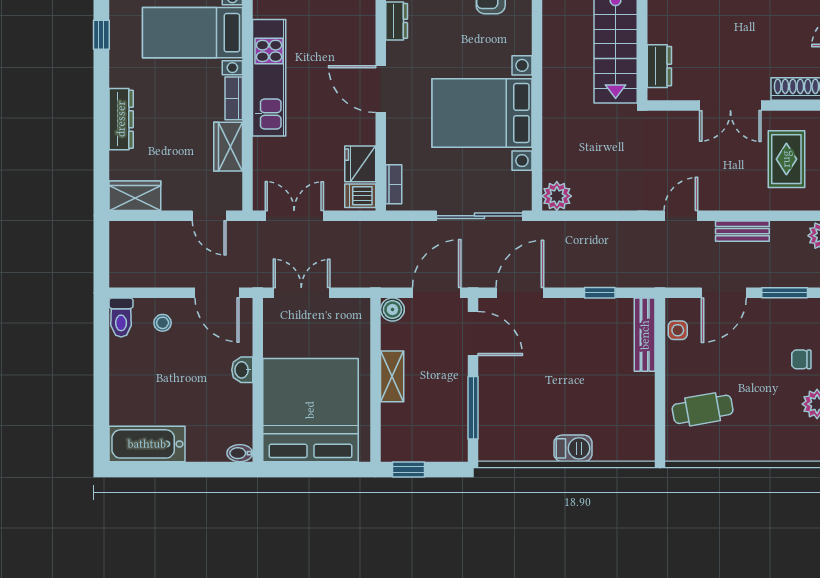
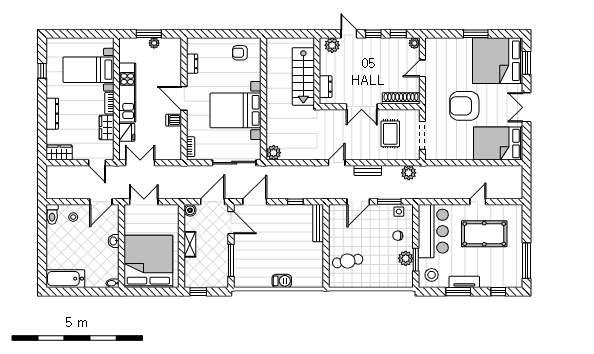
fridge: (360, 164) -> (127, 132), moved, turned 180
dishwasher: (360, 196) -> (174, 120), moved
door: (217, 293) -> (101, 202), hinge flipped
side table: (678, 330) -> (399, 212), moved

